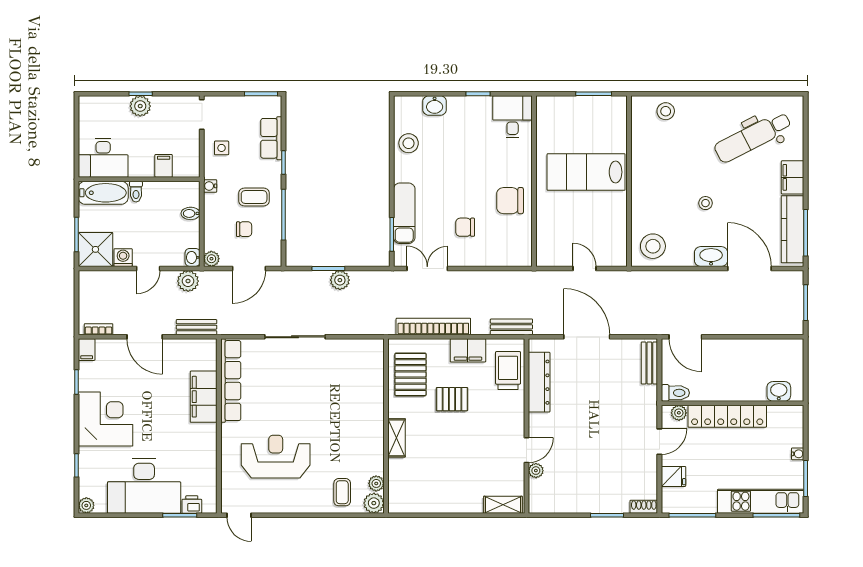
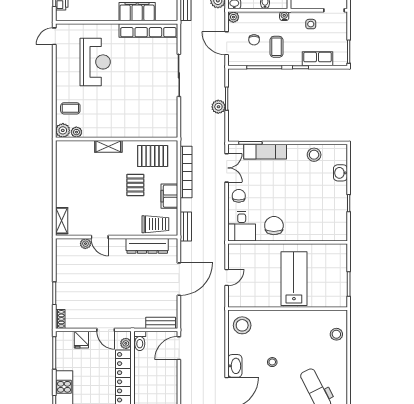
desk: (513, 117) -> (242, 226), moved, turned 90
chair: (465, 227) -> (239, 196), moved

